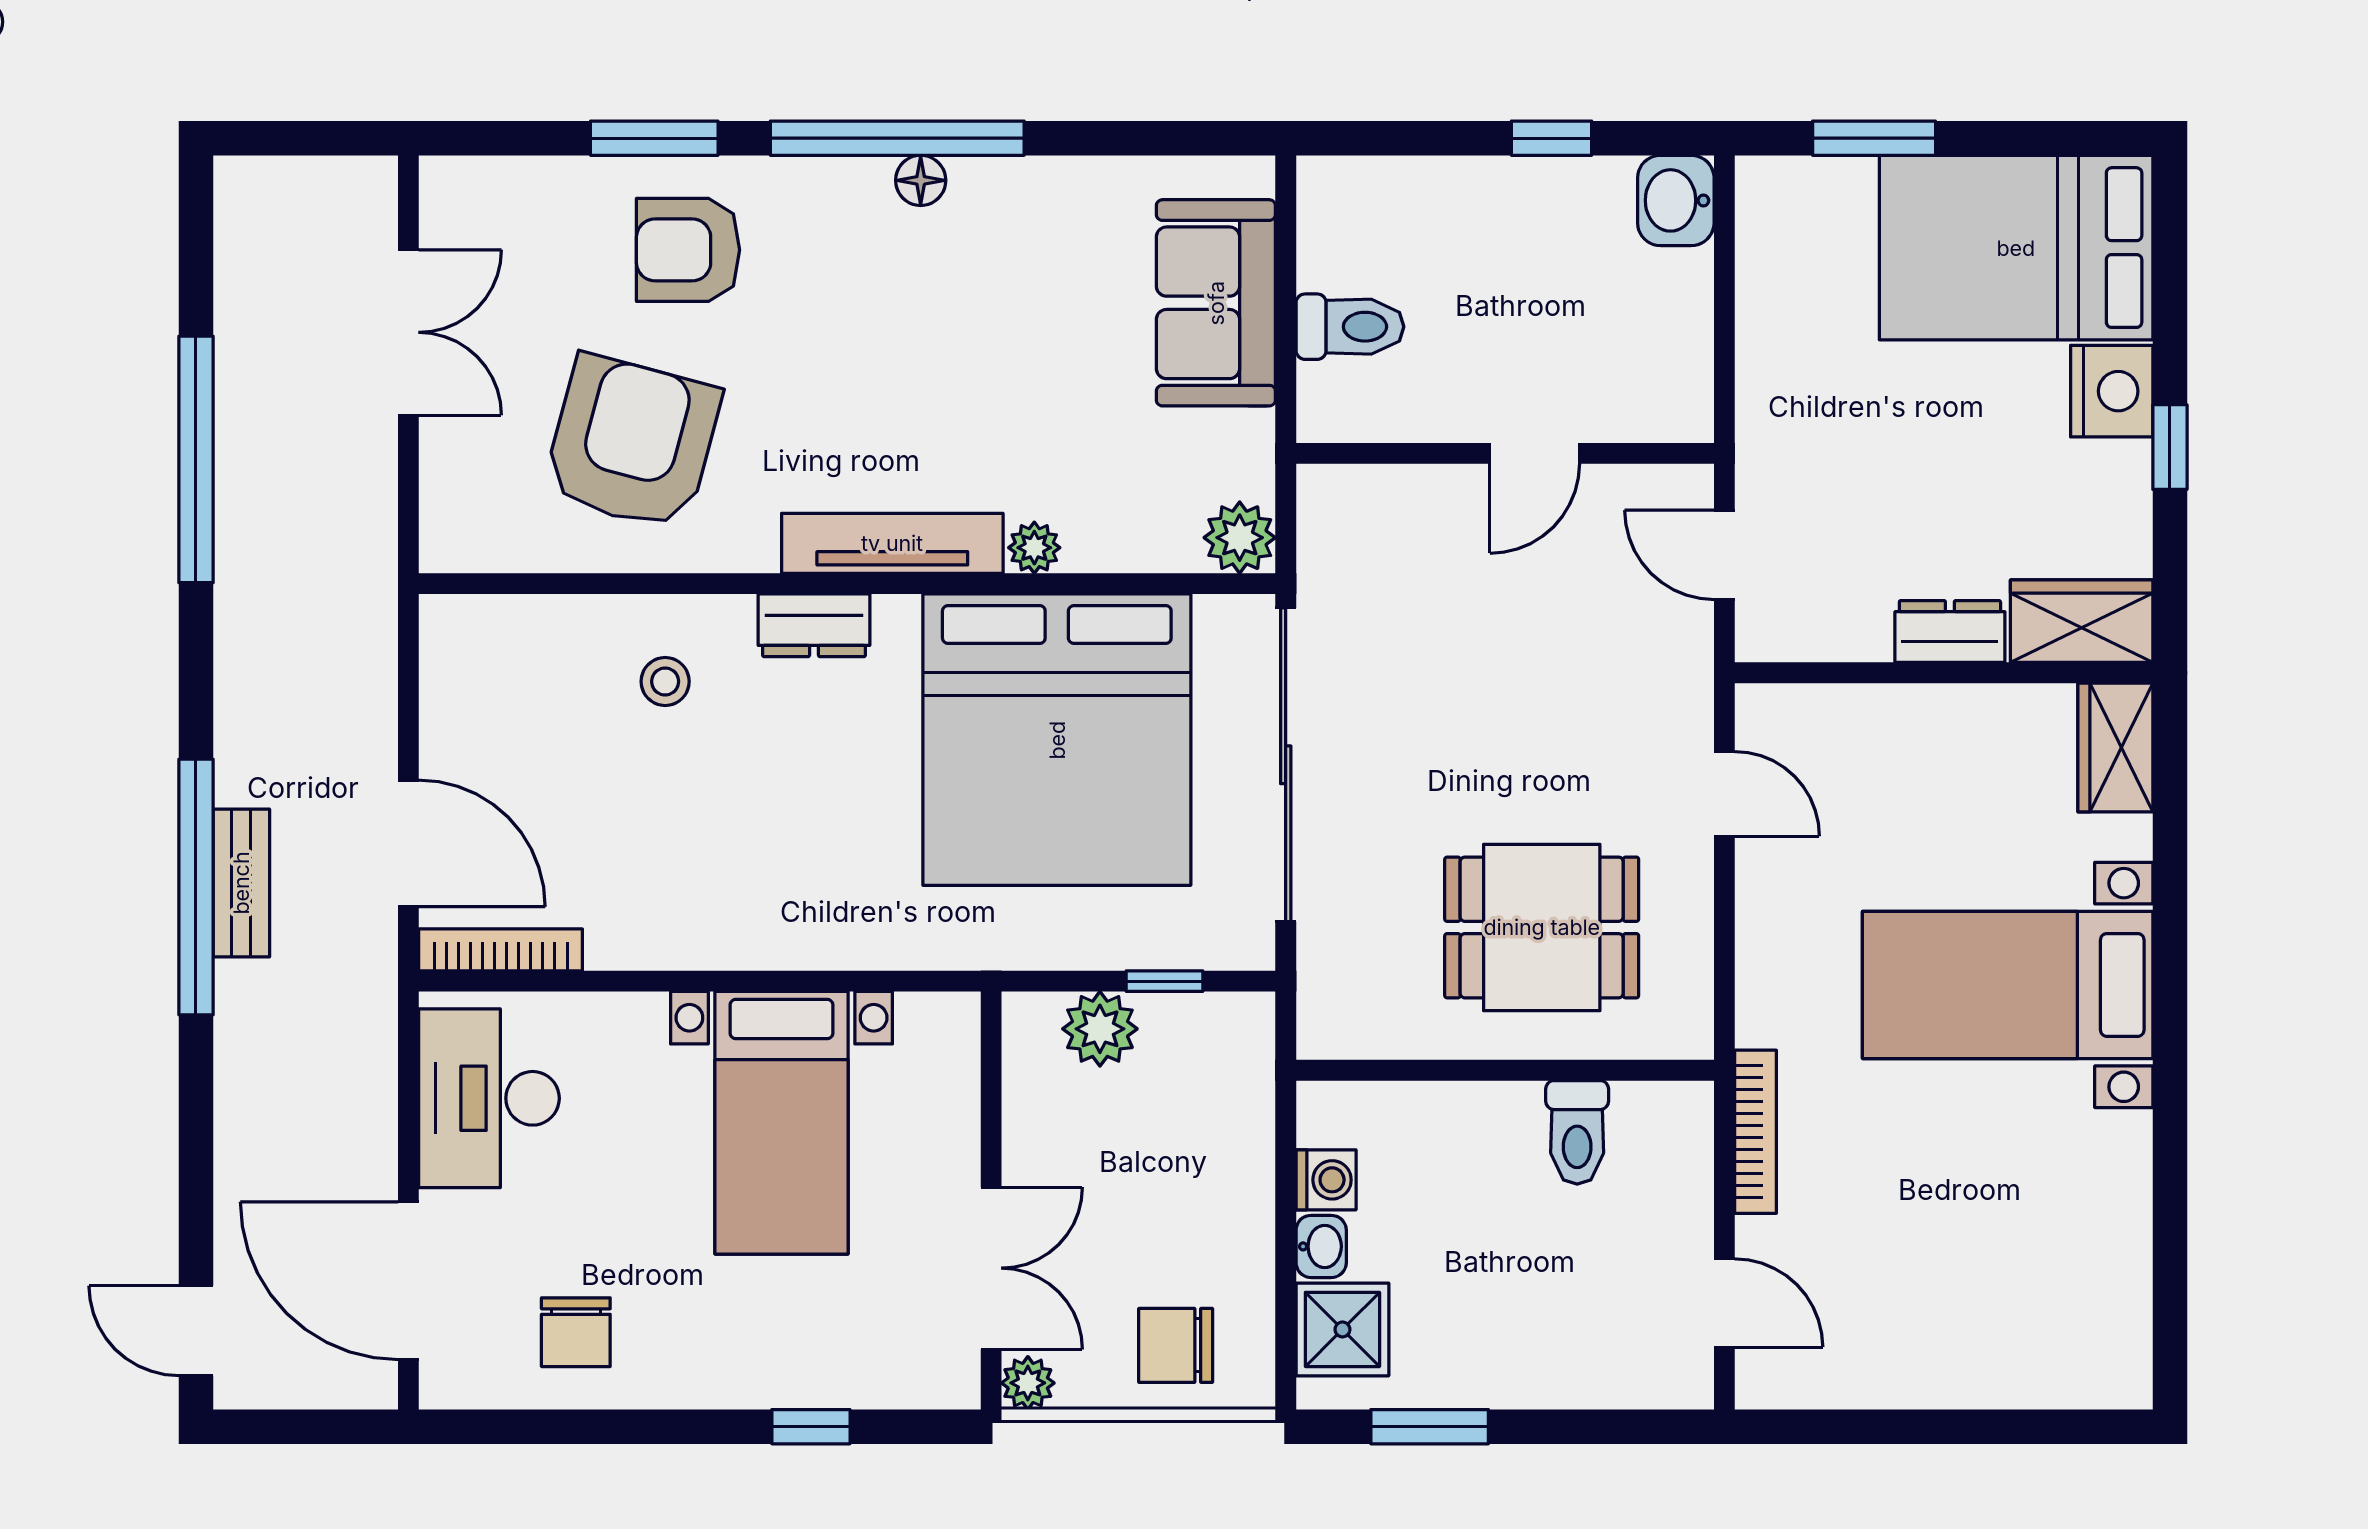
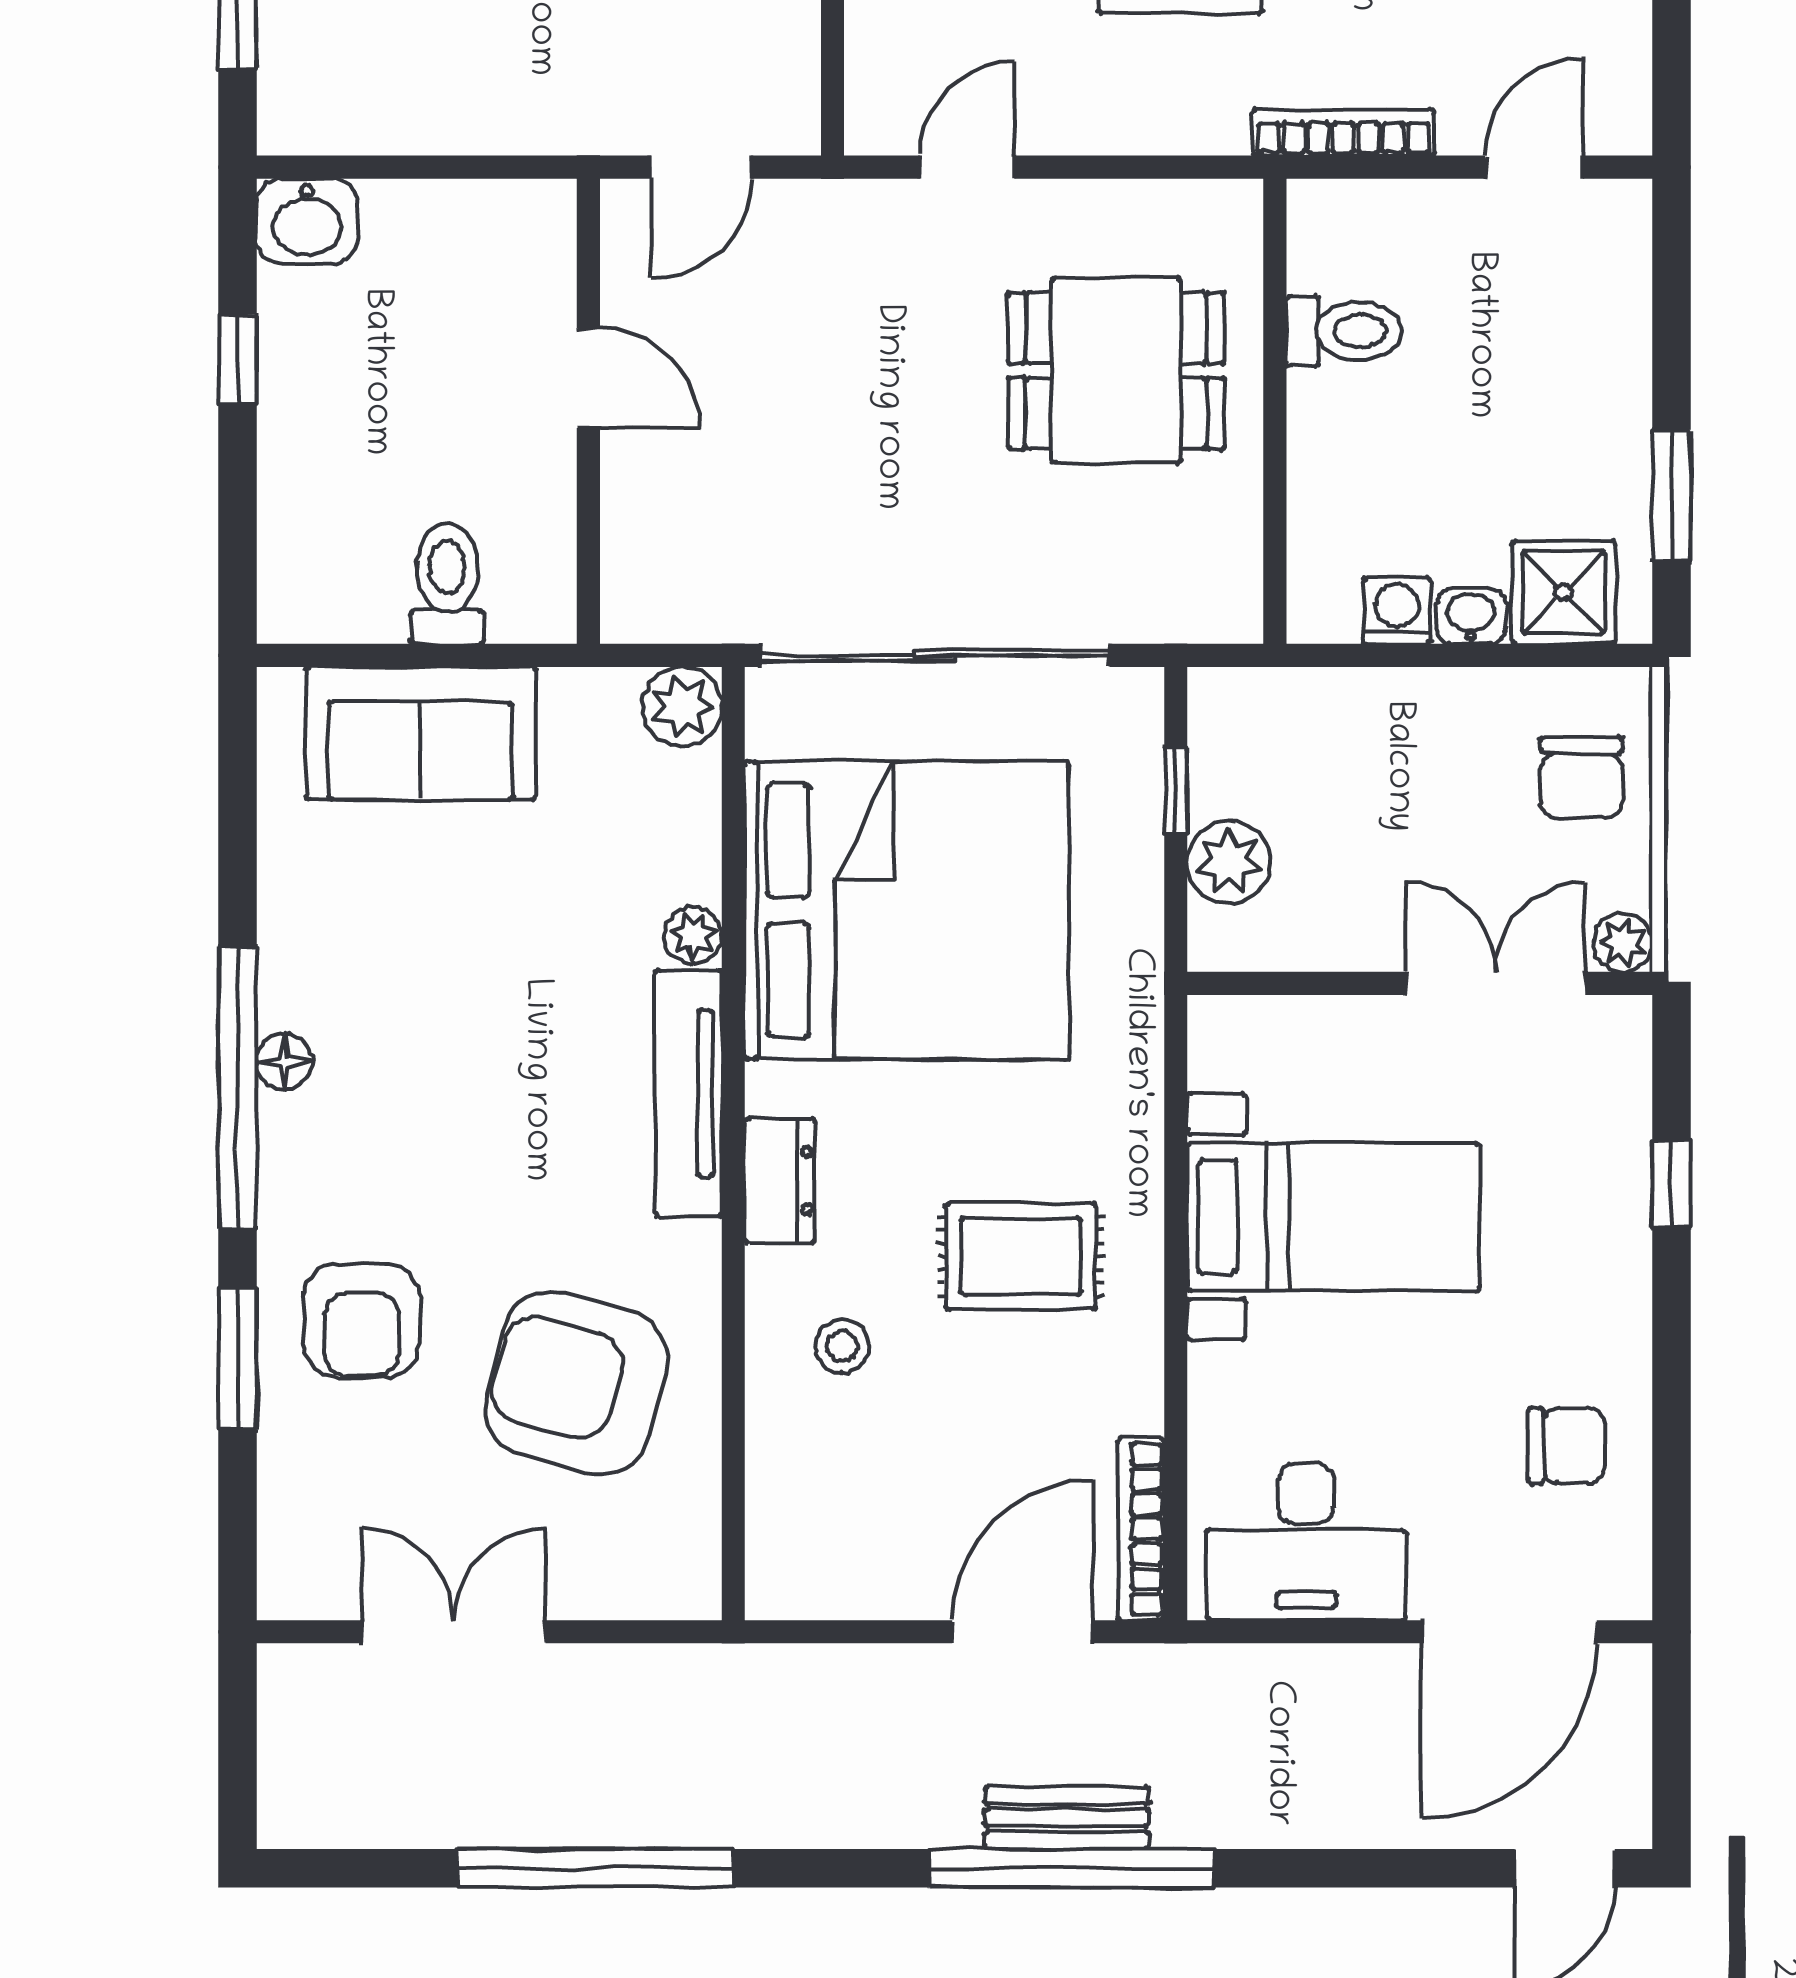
rug: (746, 842) -> (1021, 1256), added
dining table: (1542, 927) -> (1116, 370), turned 90

